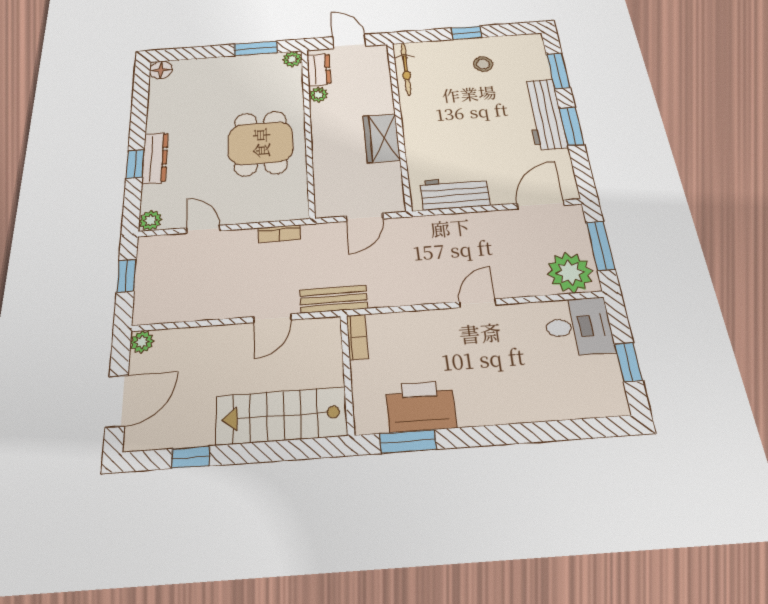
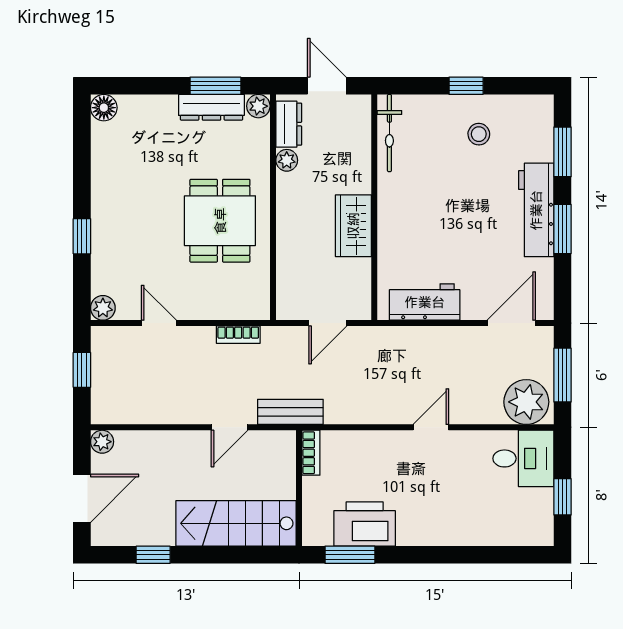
dresser: (155, 158) -> (211, 107), moved, turned 90

